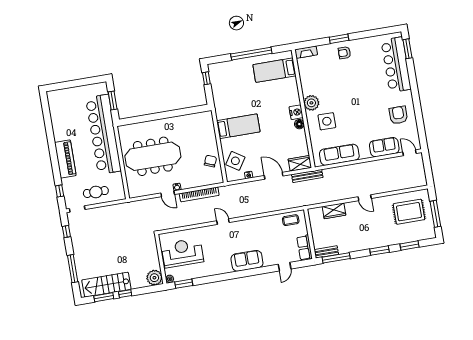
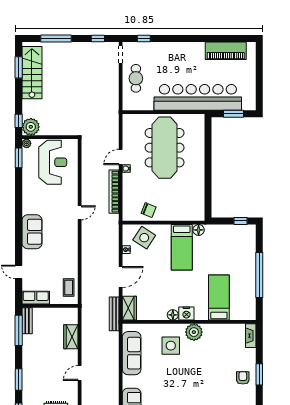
bed: (274, 70) -> (219, 297), moved
floor lamp: (220, 114) -> (199, 230), added
piano: (65, 159) -> (226, 51), moved
window: (125, 294) -> (19, 121), moved

